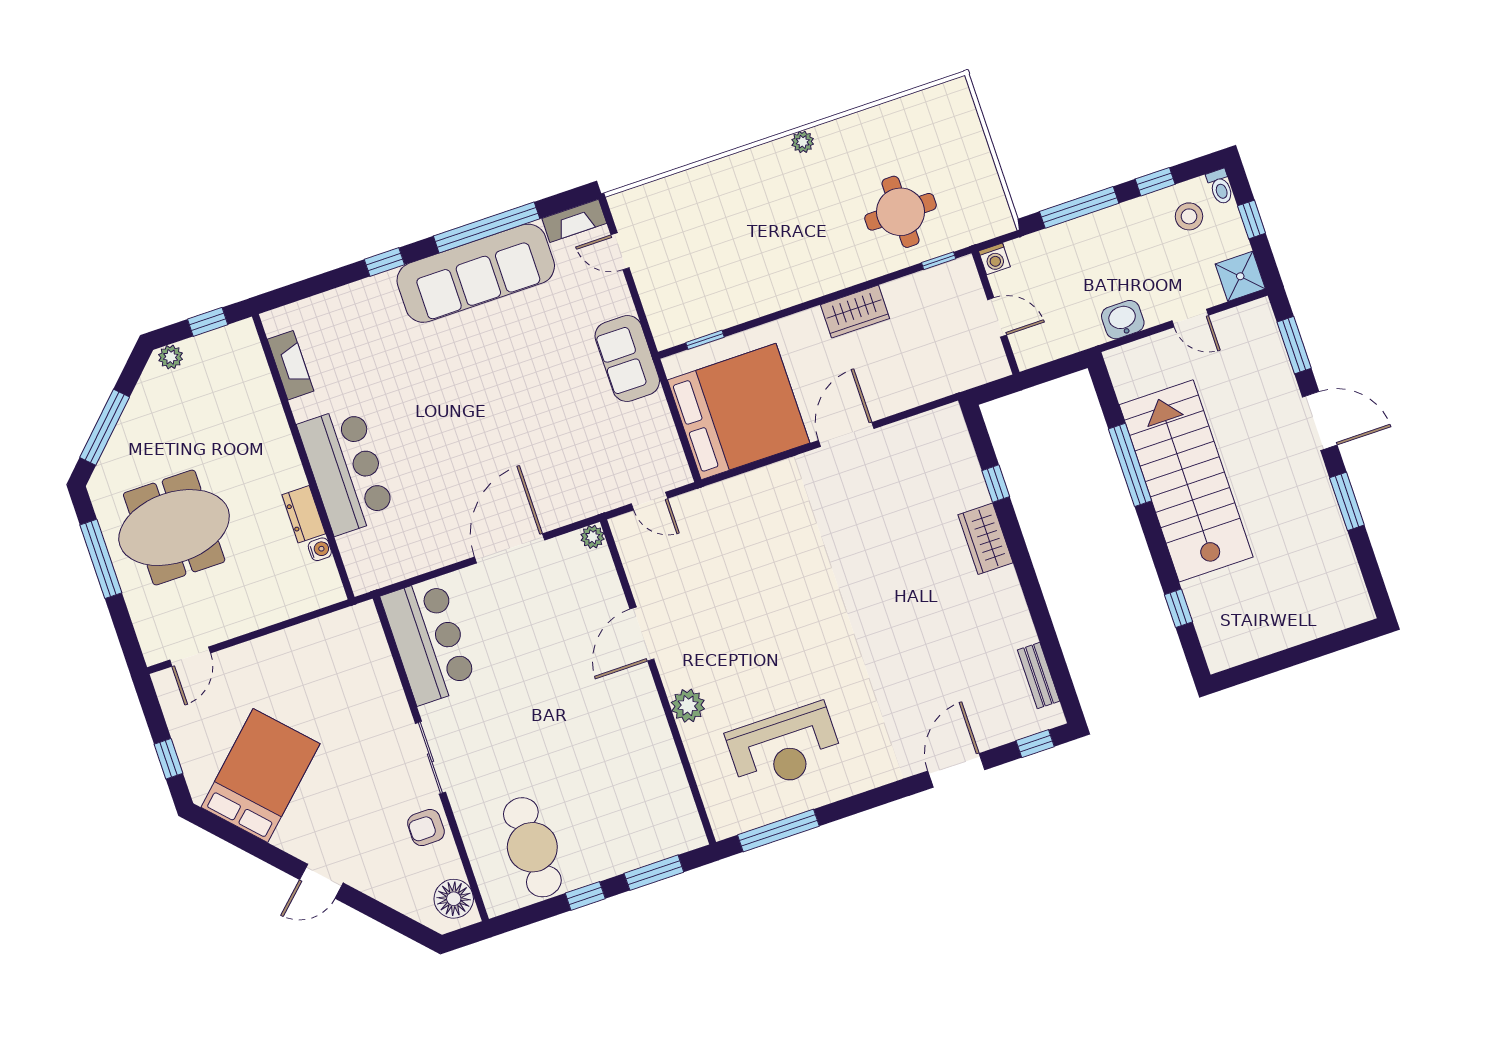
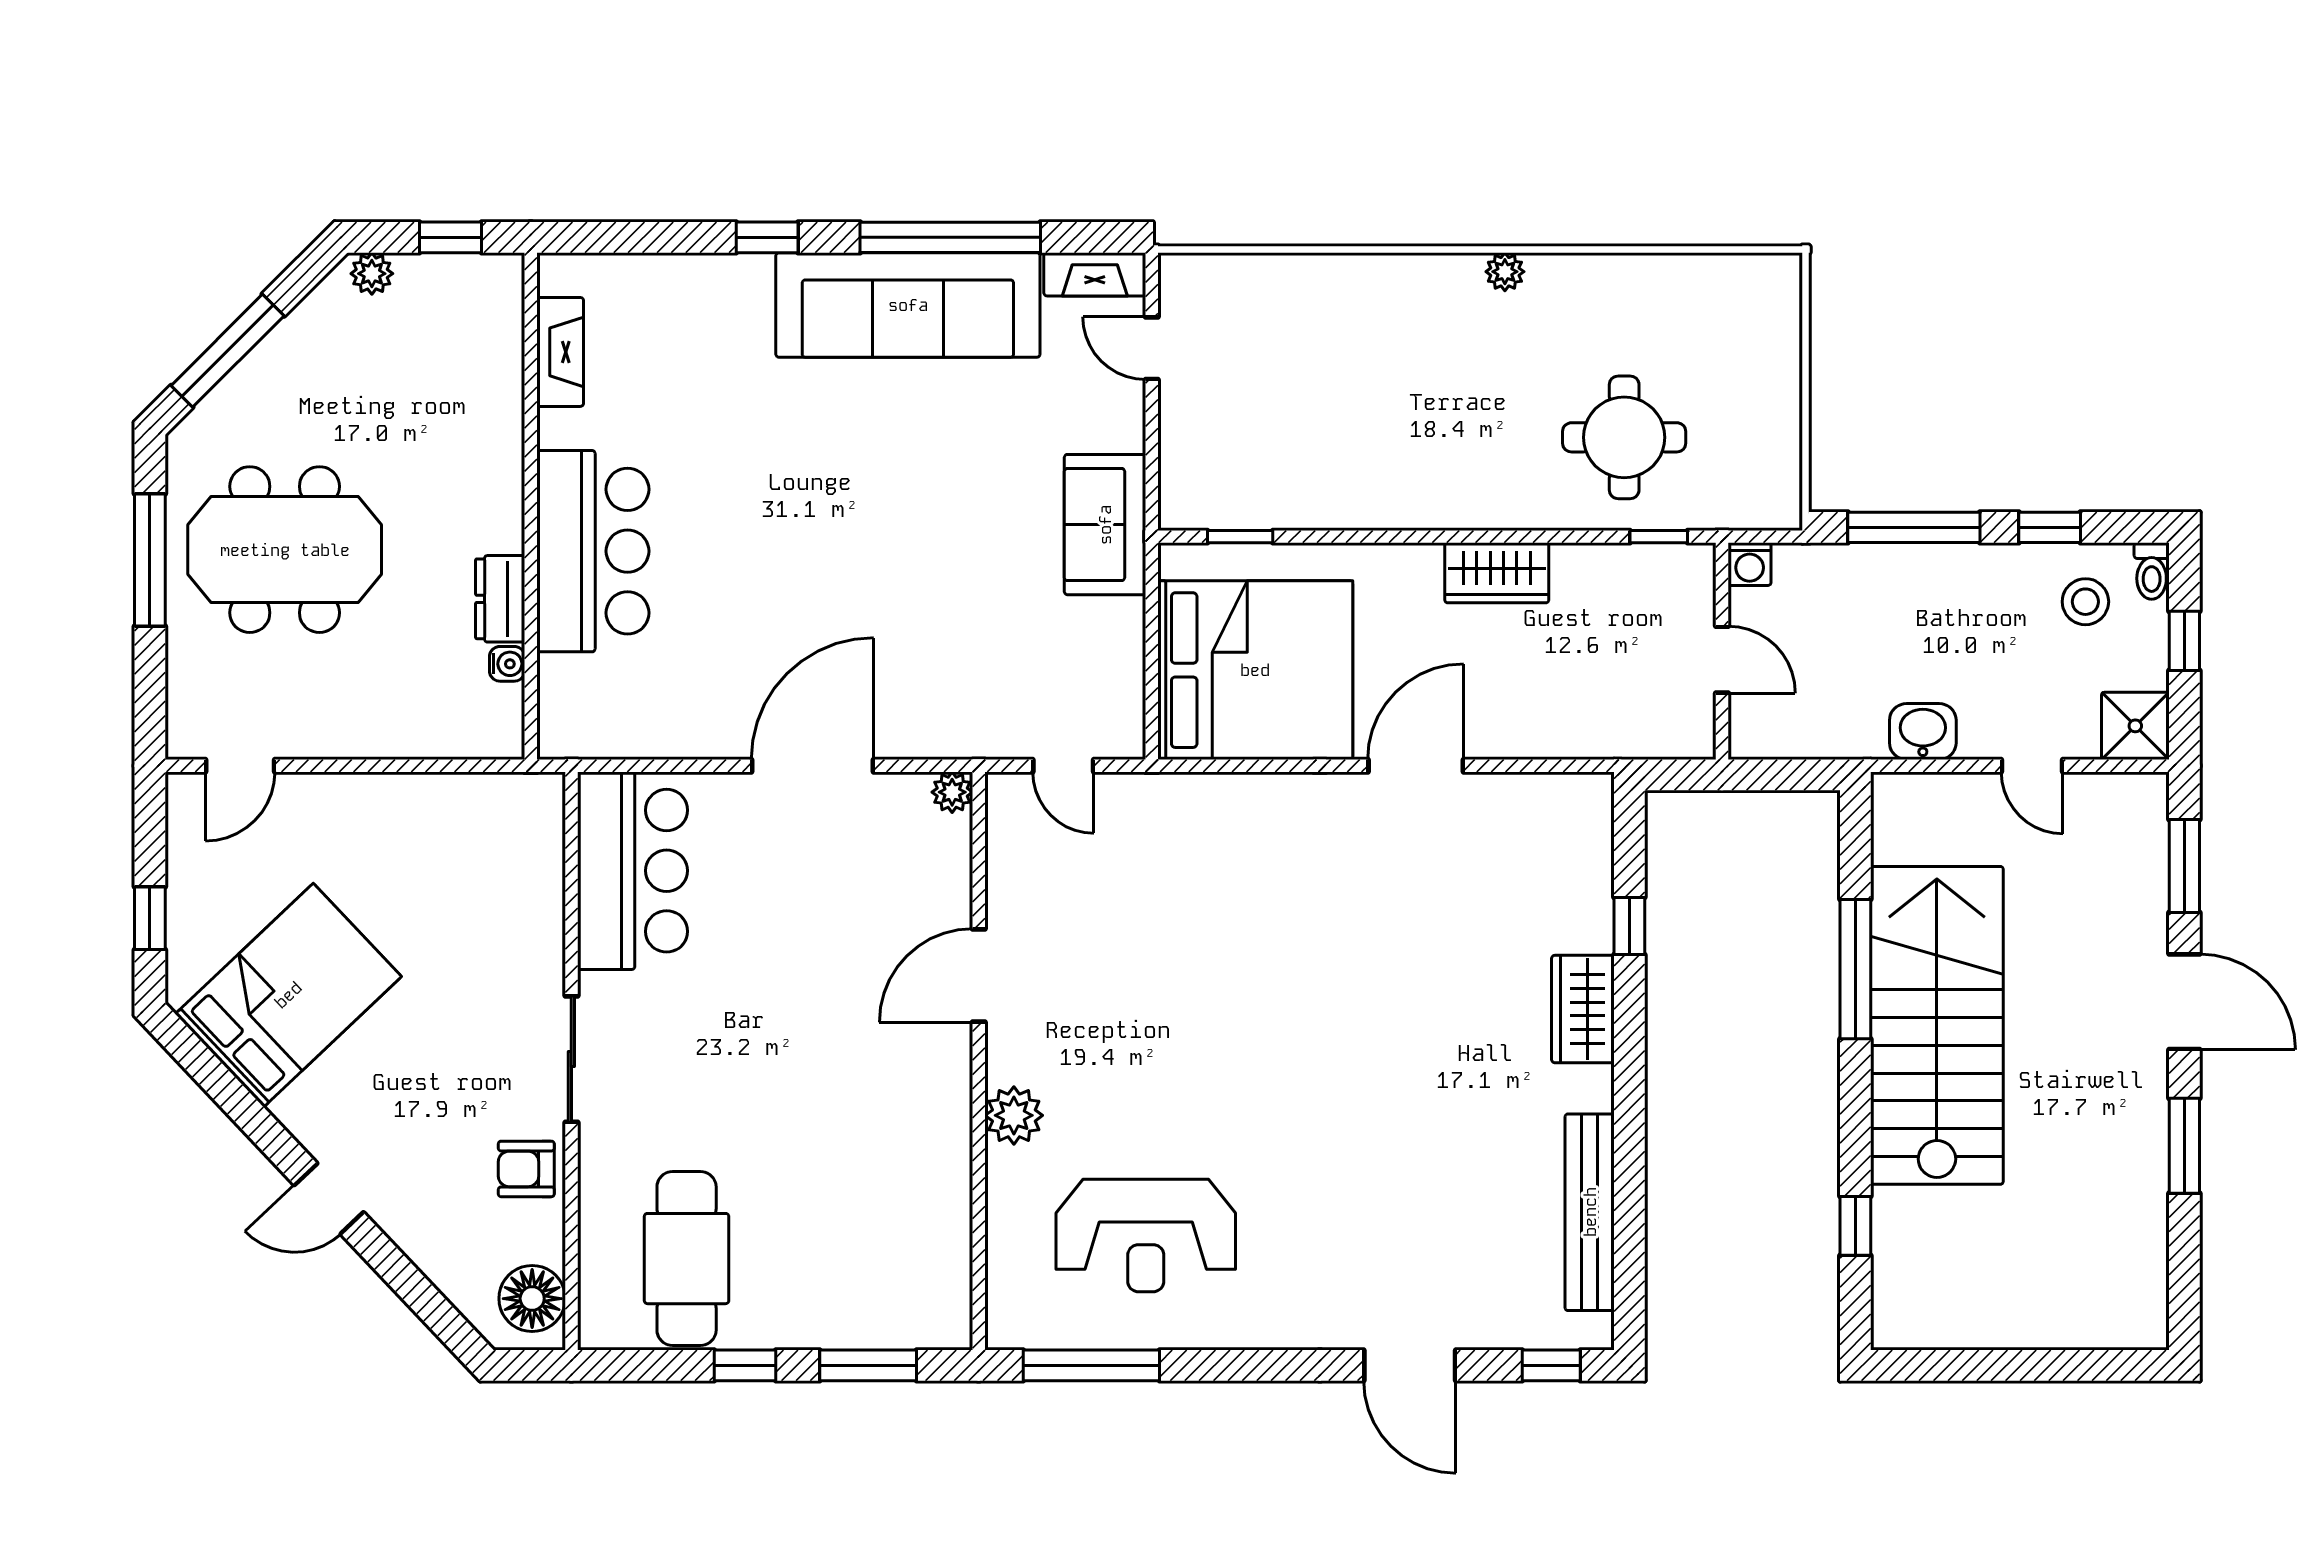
bench: (1039, 675) -> (1590, 1212), width x1.86, depth x1.21
door: (956, 770) -> (1410, 1365), swing flipped

